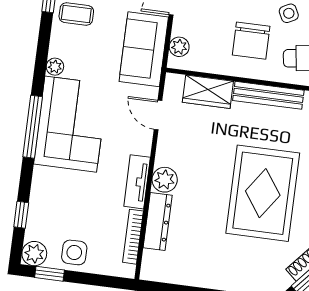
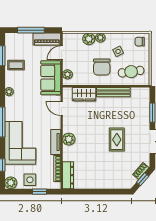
corner sofa: (71, 124) -> (20, 143), moved
rug: (263, 193) -> (117, 140), width x0.54, depth x0.49
dresser: (158, 221) -> (68, 175), moved
window: (50, 274) -> (40, 192), moved

